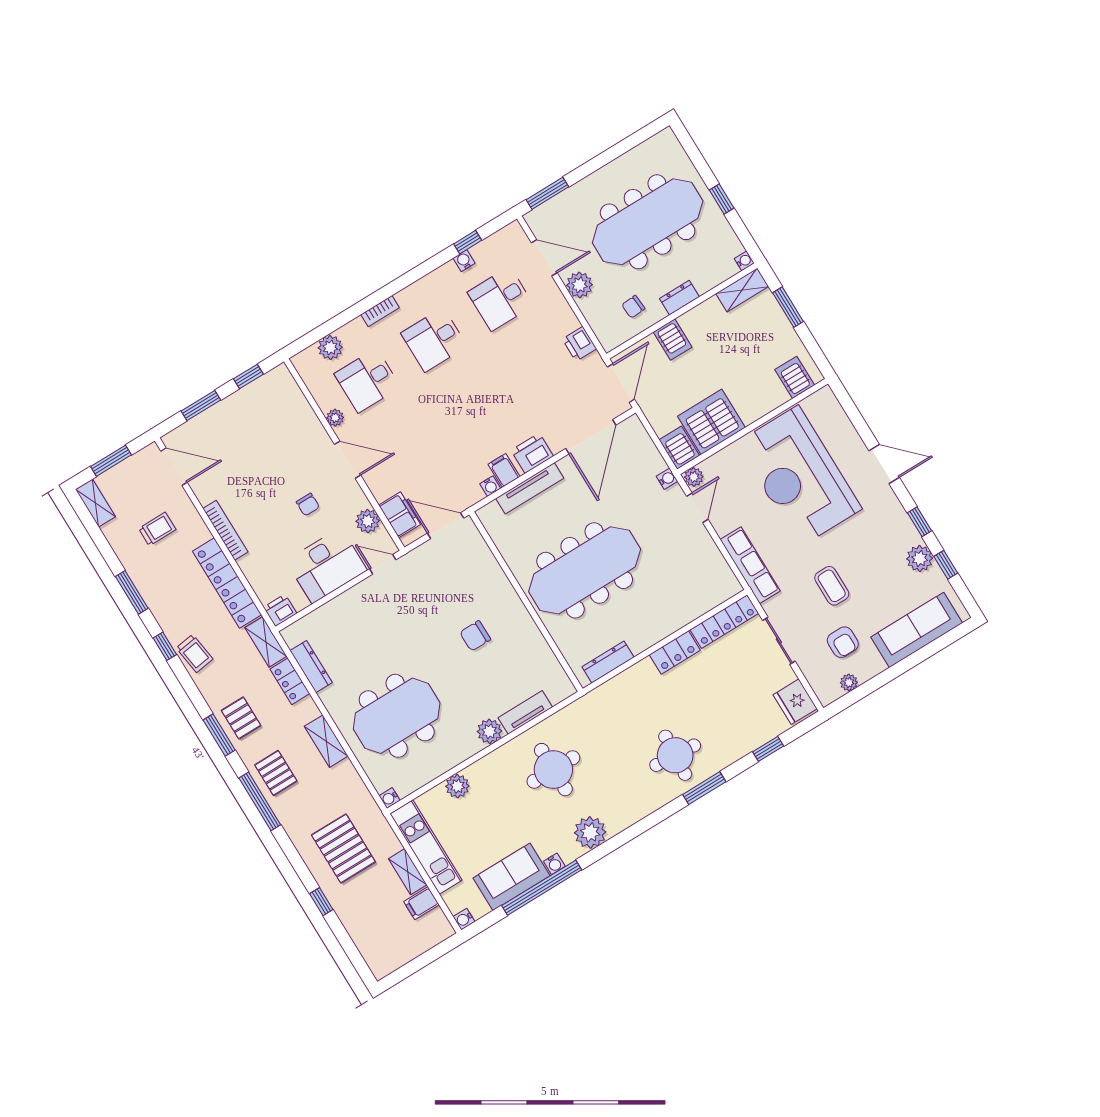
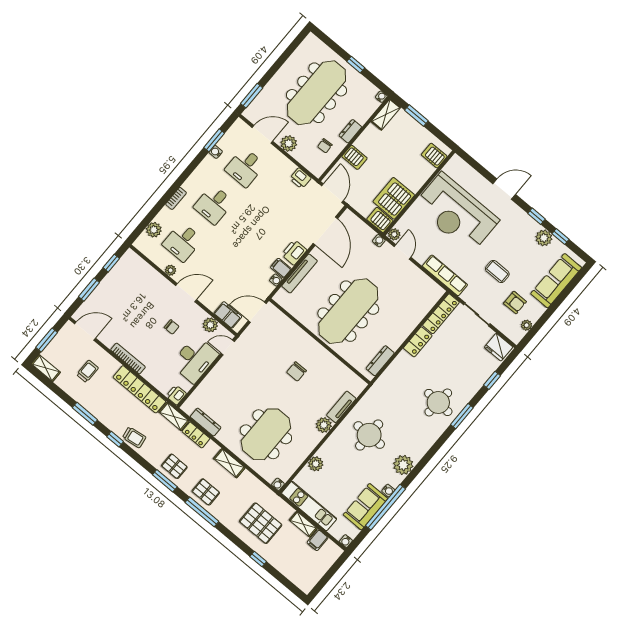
window: (468, 242) -> (214, 140), width x1.50

